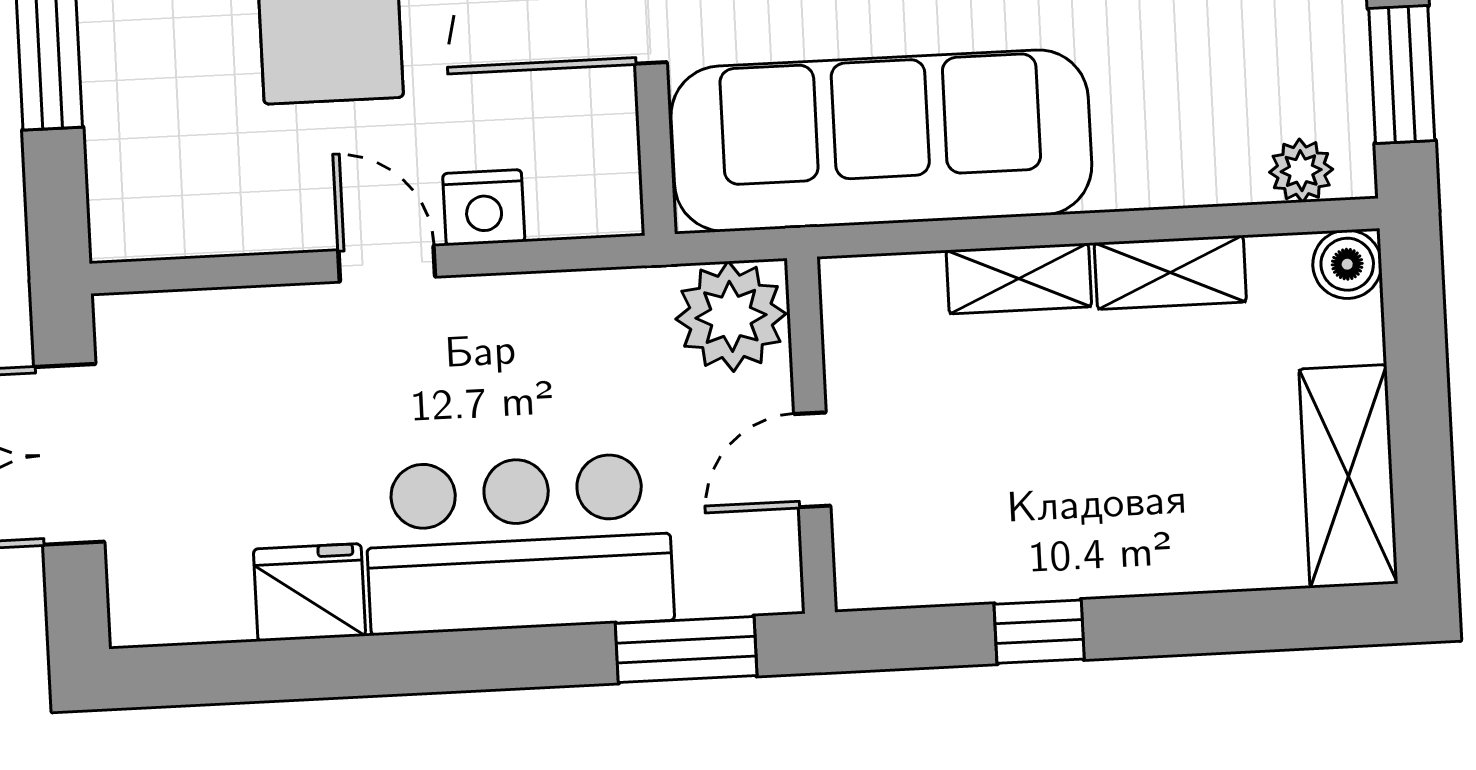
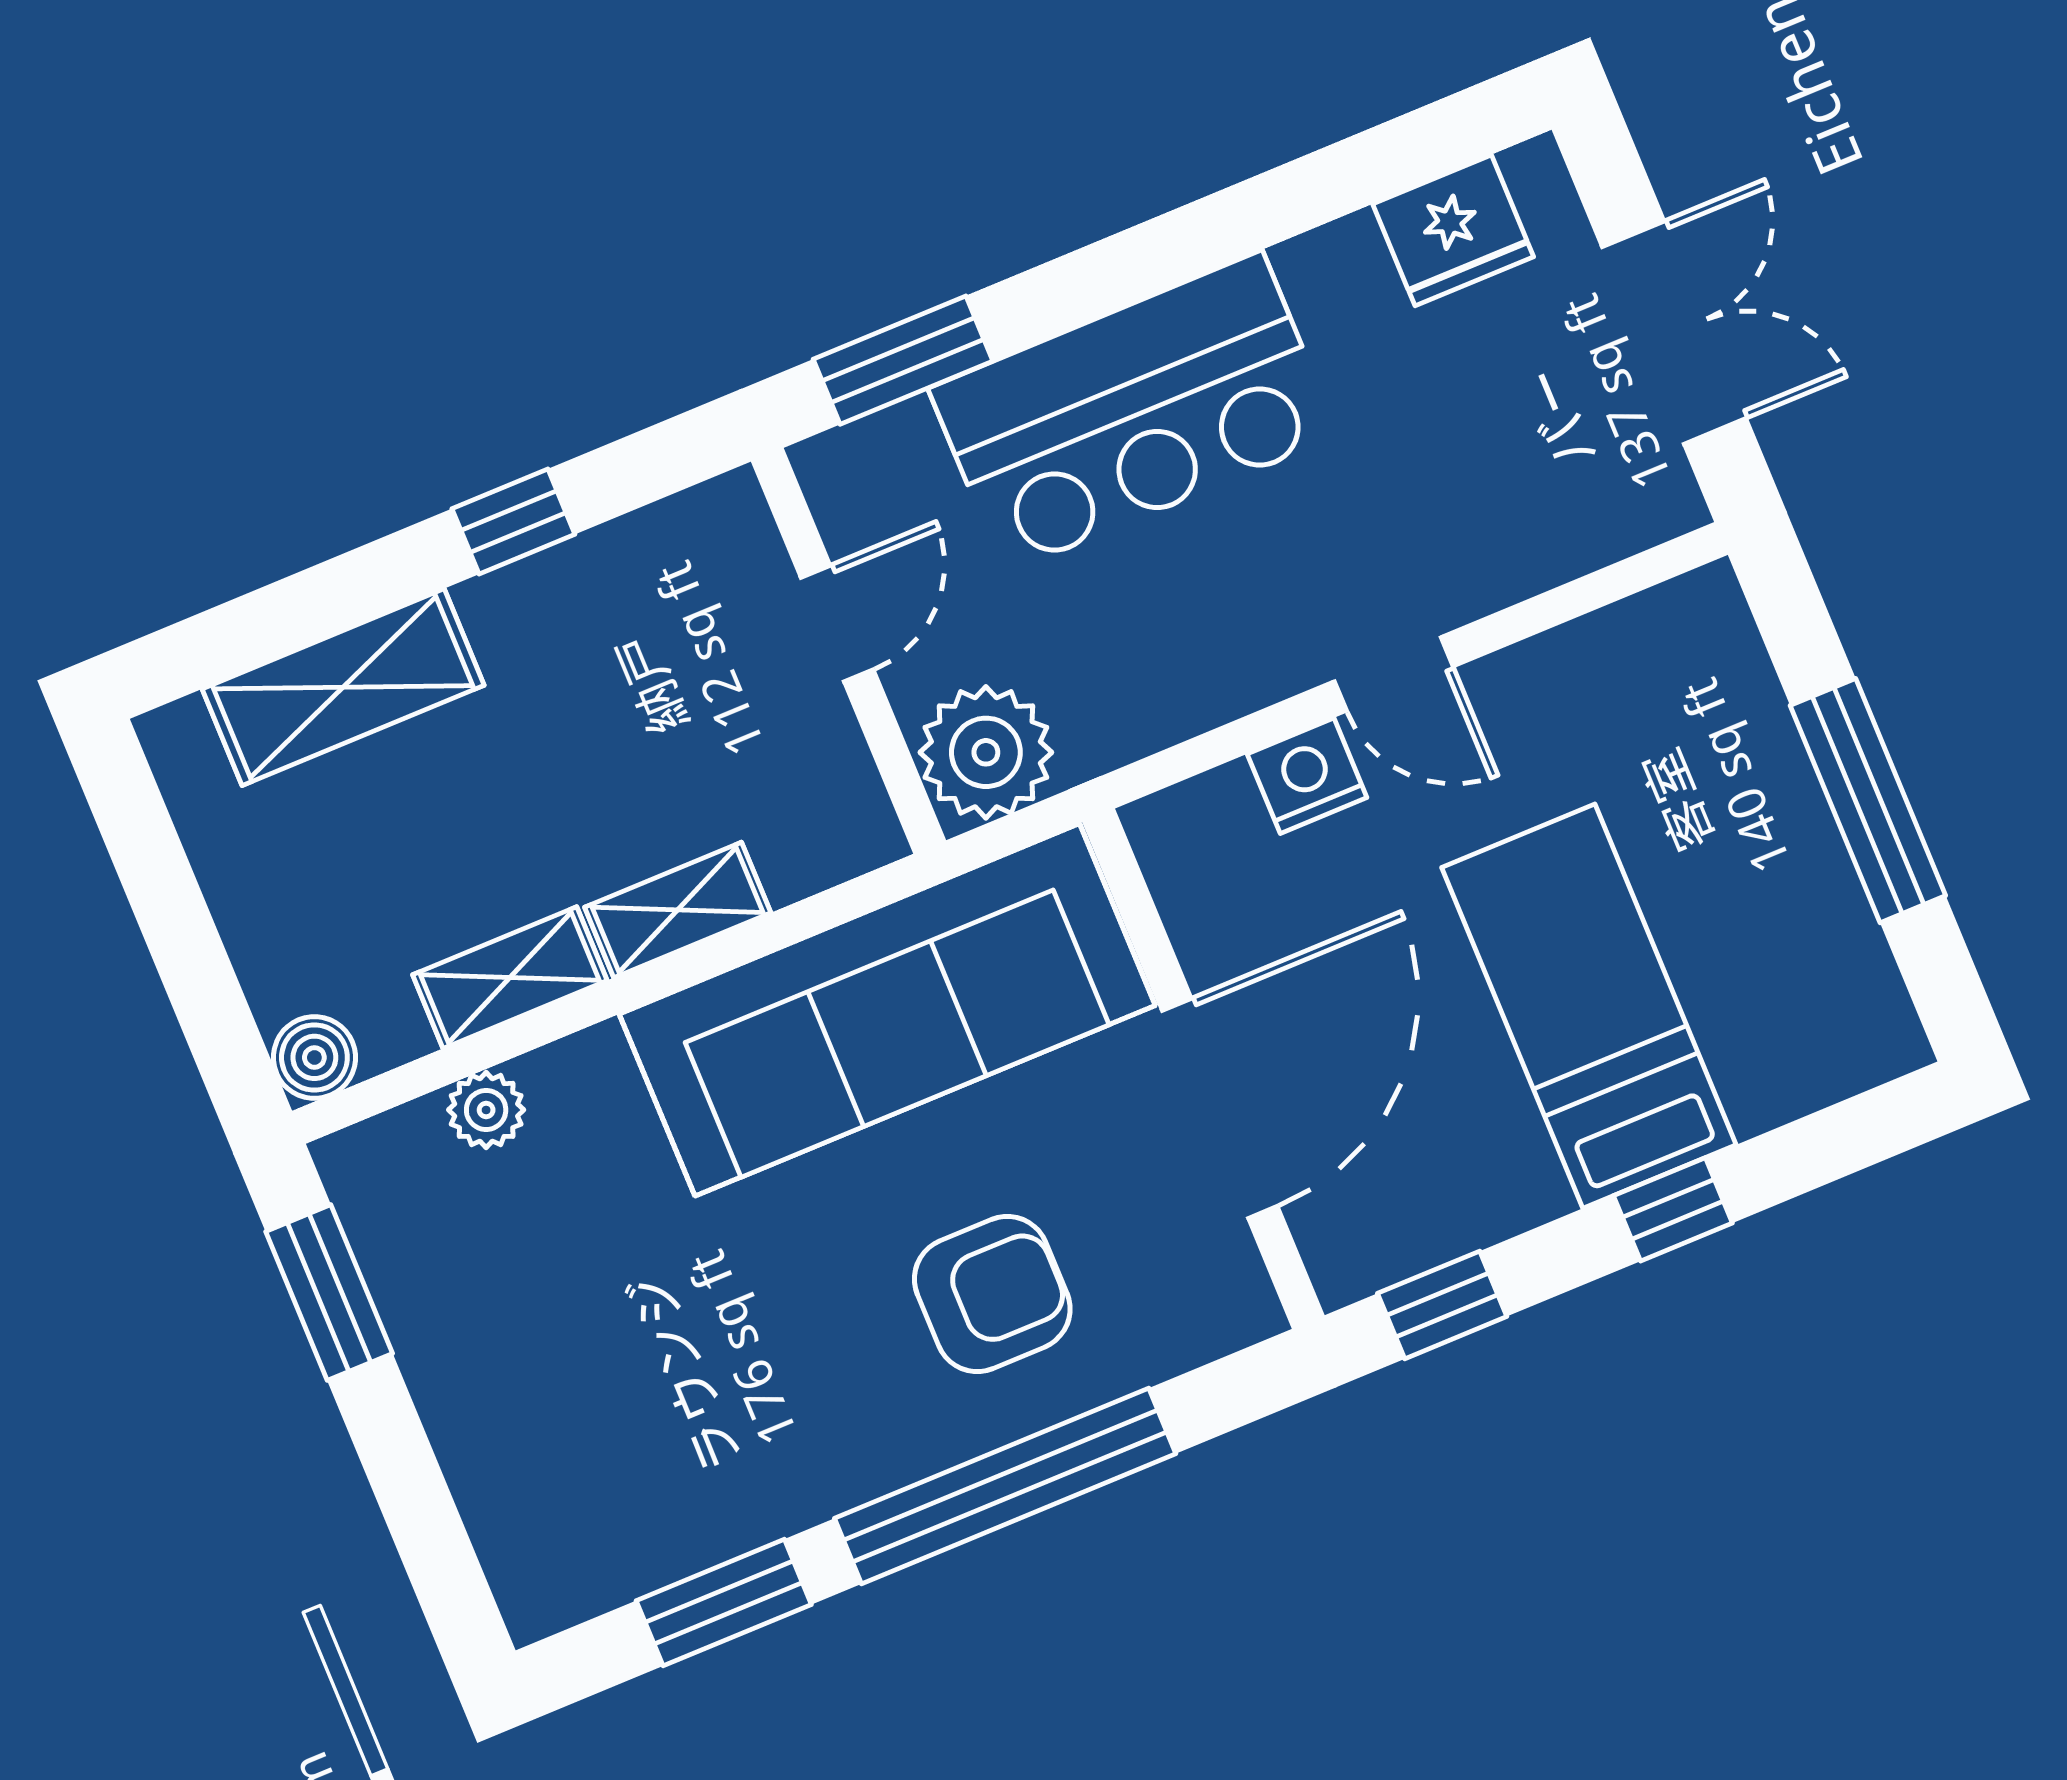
plant: (1301, 171) -> (486, 1110), moved
shelving: (1348, 476) -> (343, 687), moved, turned 90
fridge: (309, 592) -> (1453, 230), moved

